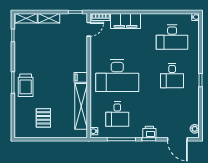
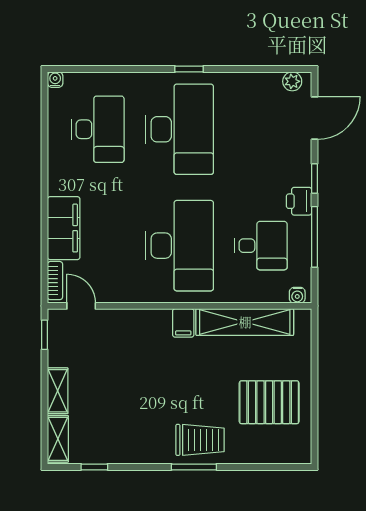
desk: (172, 76) -> (180, 129), width x1.87, depth x1.30
pallet: (43, 118) -> (269, 402), width x1.50, depth x1.42
printer: (149, 132) -> (299, 201), moved

